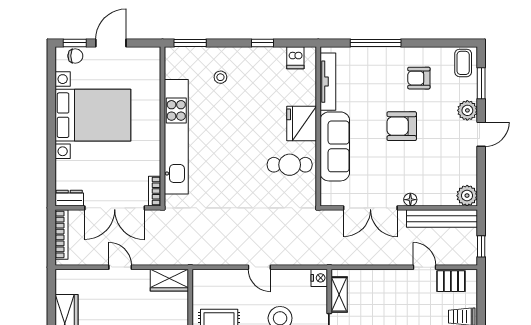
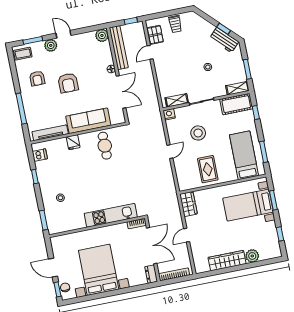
fridge: (302, 123) -> (73, 142), width x0.53, depth x0.75
kitchen unit: (176, 137) -> (111, 215), width x0.73

